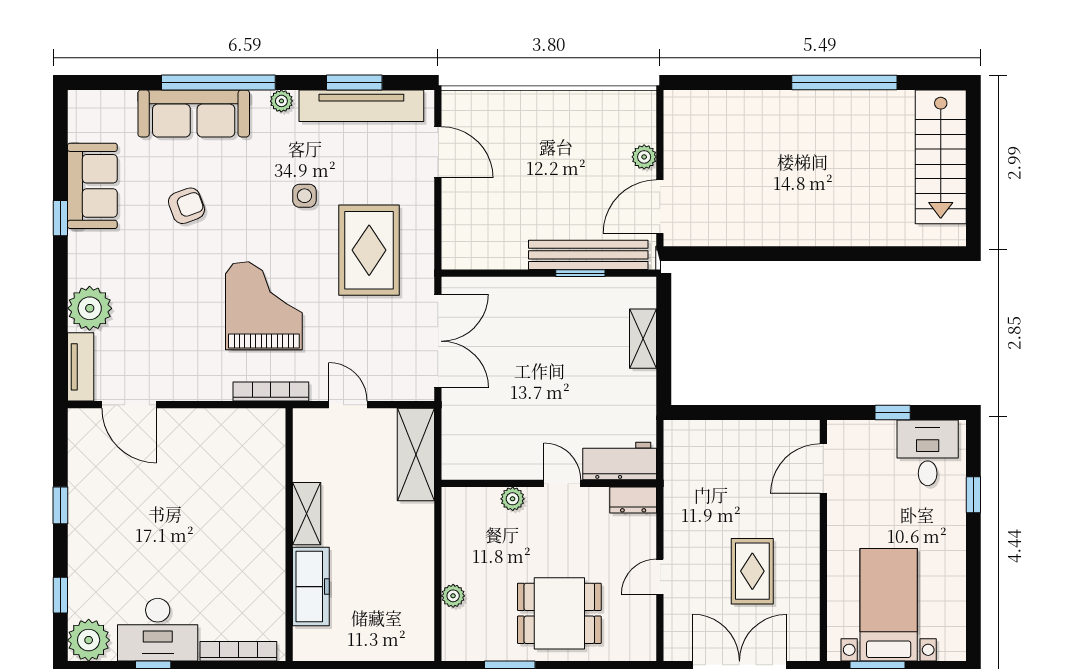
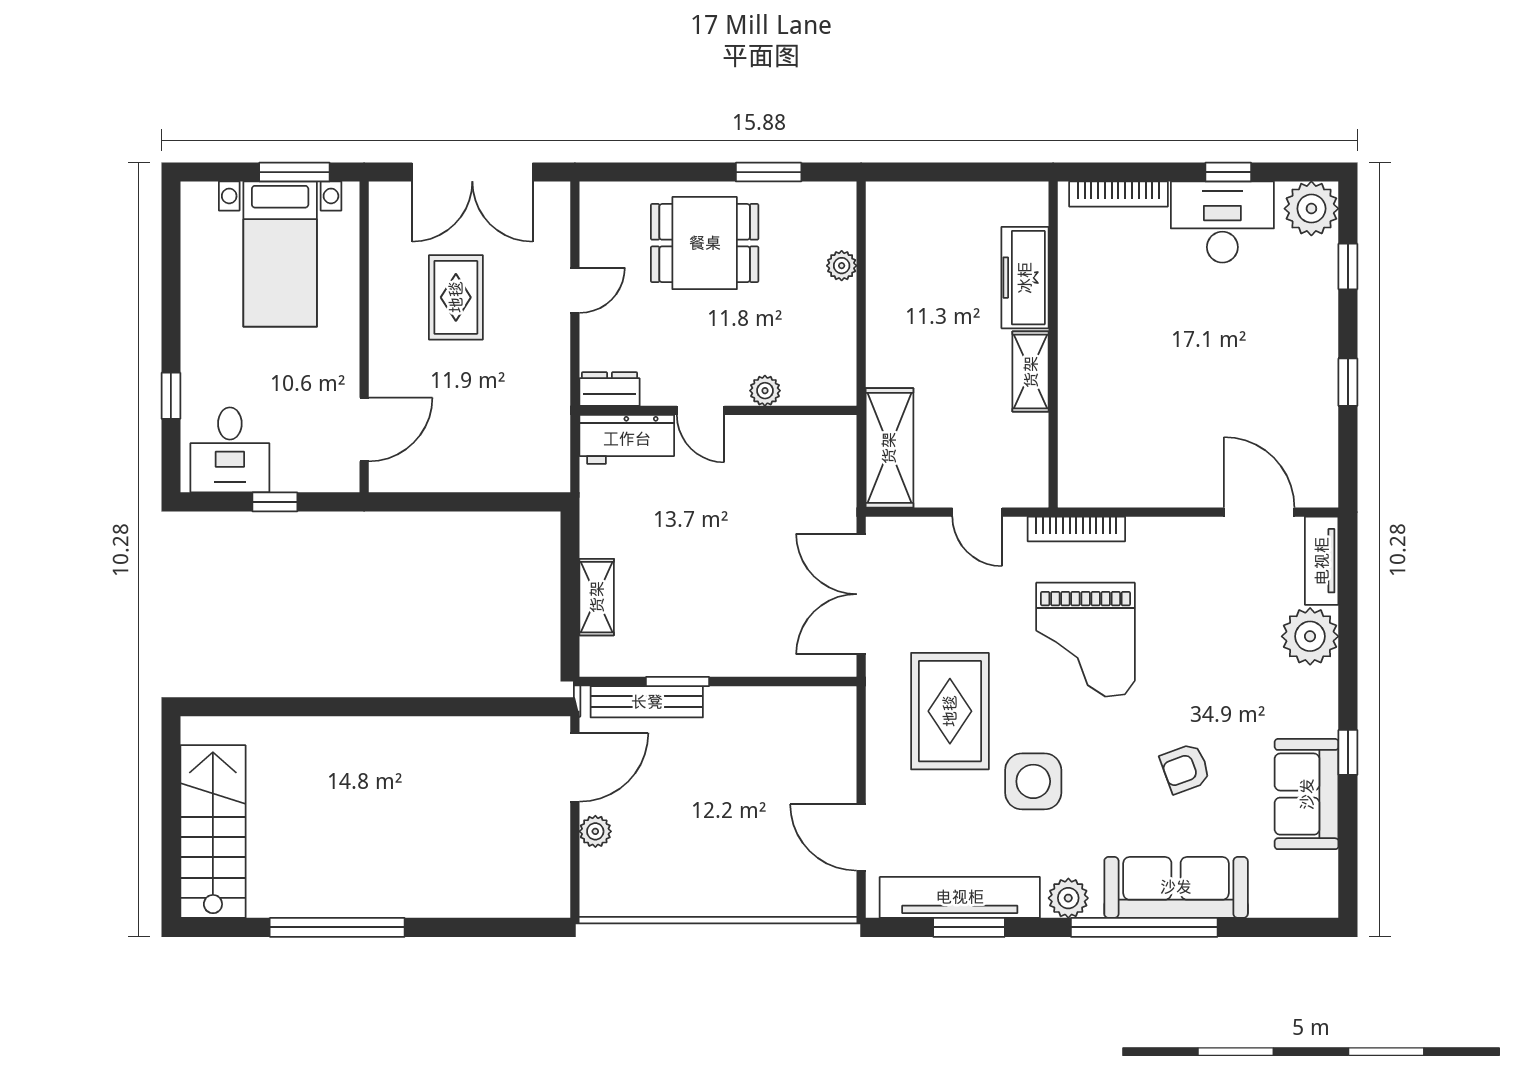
plant: (281, 101) -> (1068, 898), width x1.38, depth x1.38
side table: (304, 196) -> (1033, 781), width x1.87, depth x1.87
bench: (588, 255) -> (647, 702), width x0.73, depth x0.82

